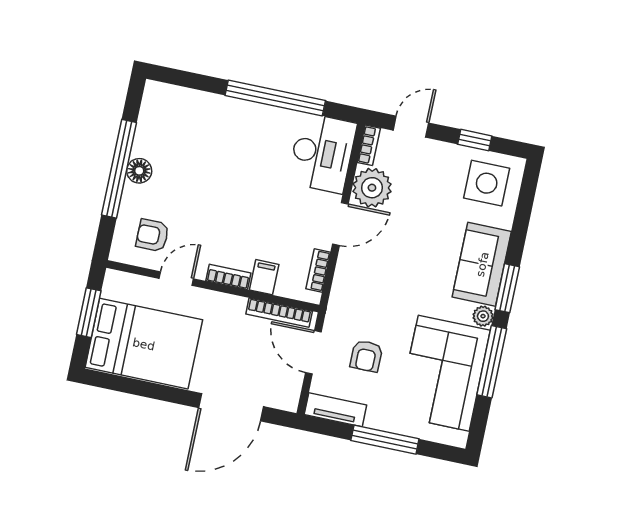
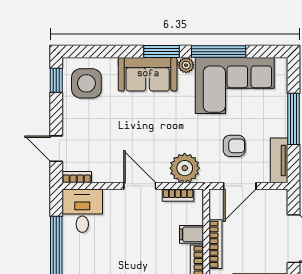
window: (475, 140) -> (56, 80), moved
desk: (322, 153) -> (82, 211), width x0.73
plant: (372, 188) -> (185, 168), moved
bookcase: (279, 313) -> (215, 244), moved

